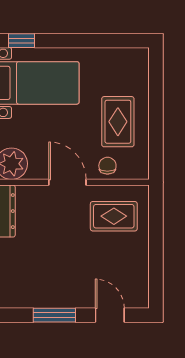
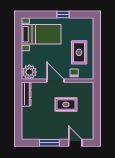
window: (21, 41) -> (63, 14), moved
rug: (114, 216) -> (66, 105), moved

